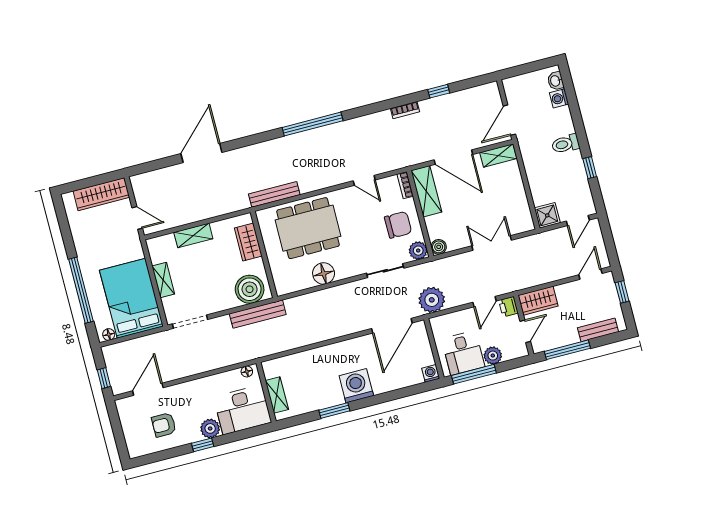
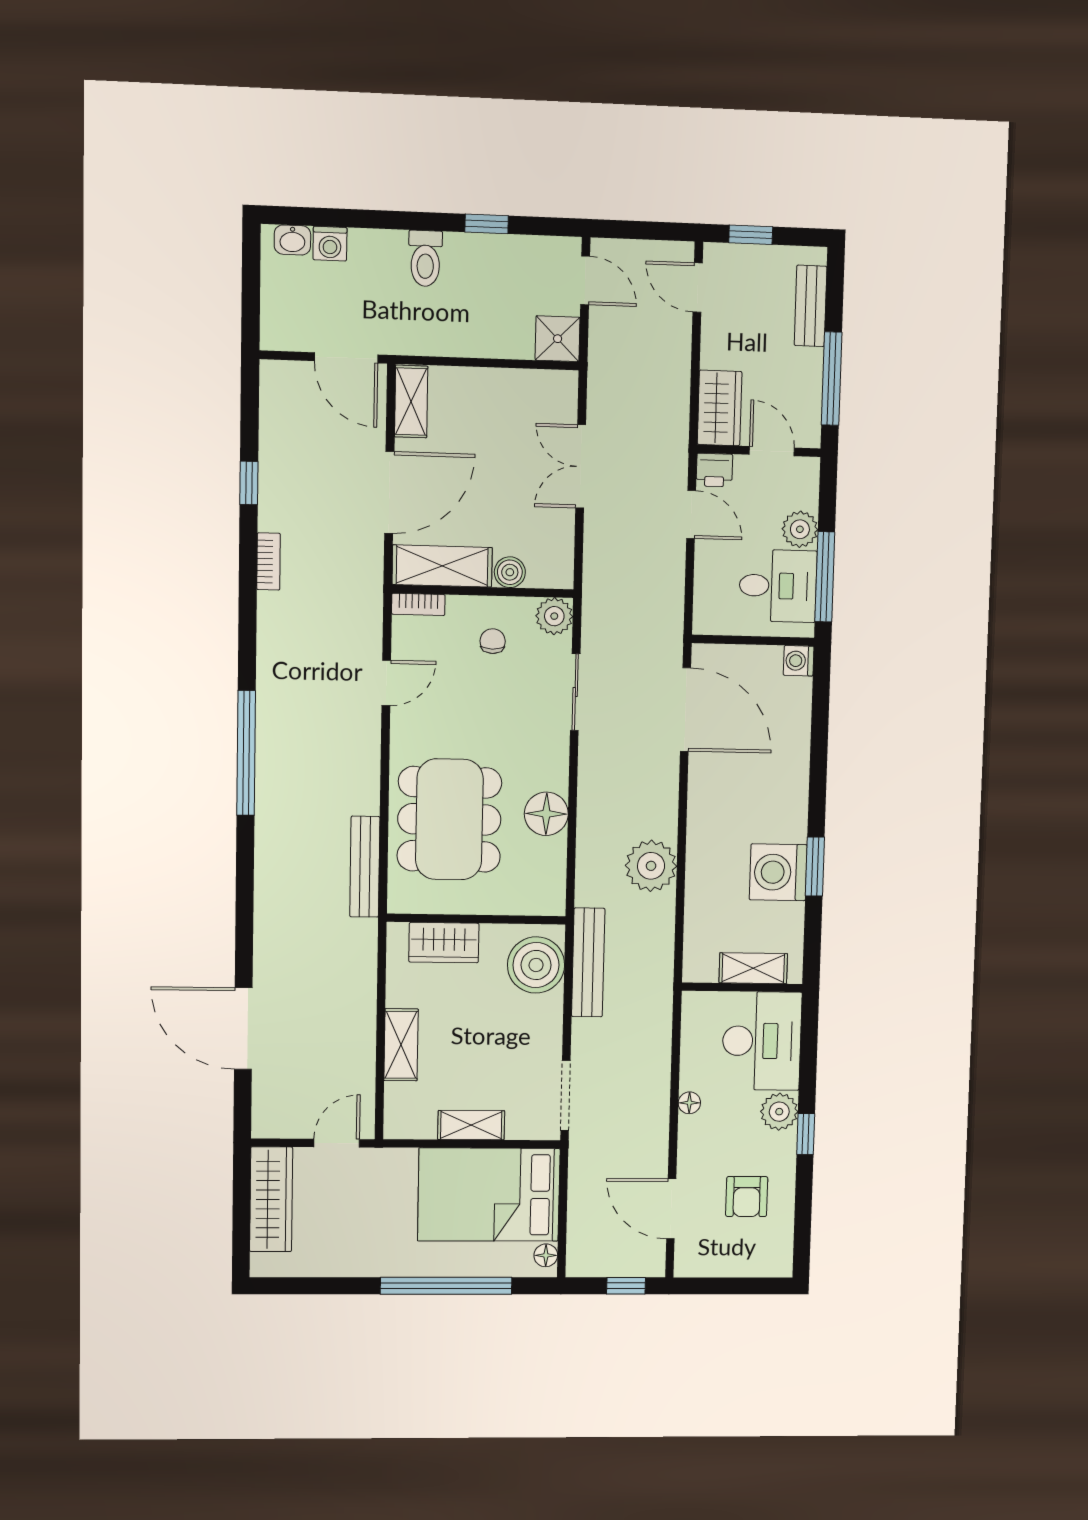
door: (201, 153) -> (243, 1029), moved
chair: (398, 225) -> (493, 641), width x0.54, depth x0.54
boiler: (439, 247) -> (510, 572), moved
plant: (432, 300) -> (651, 866), moved
floor lamp: (247, 372) -> (689, 1103), moved
washing machine: (356, 386) -> (778, 872), moved

